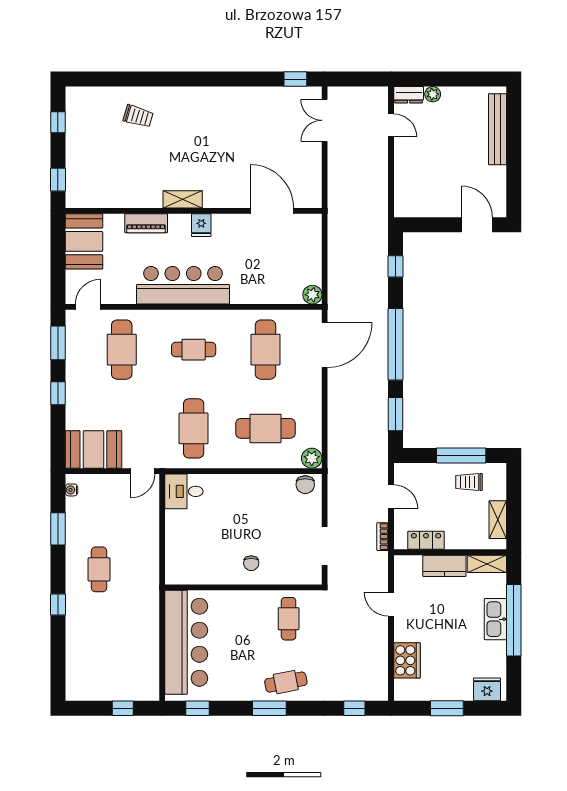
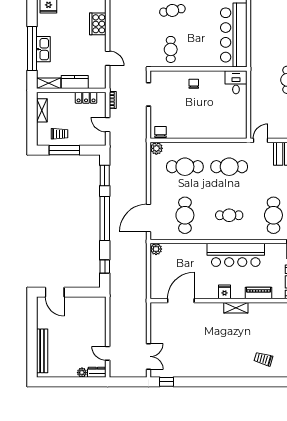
door: (272, 211) -> (181, 301), swing flipped
cafe table: (194, 428) -> (229, 167), turned 90
desk: (184, 491) -> (236, 82), moved, turned -90

